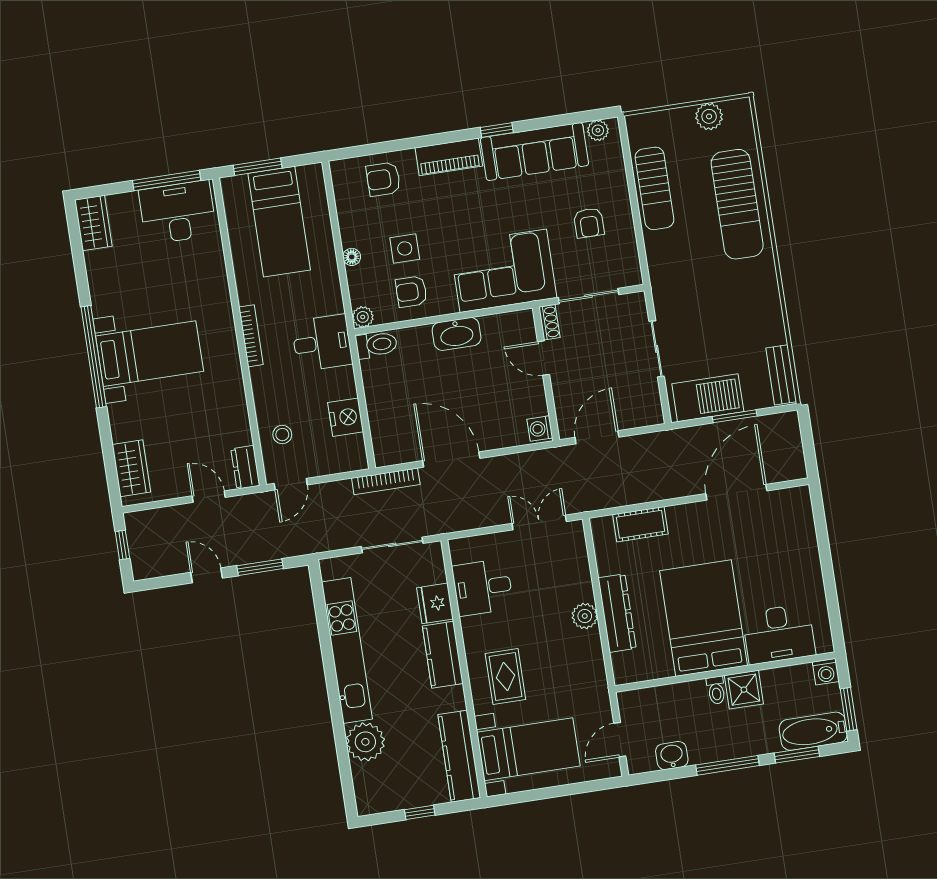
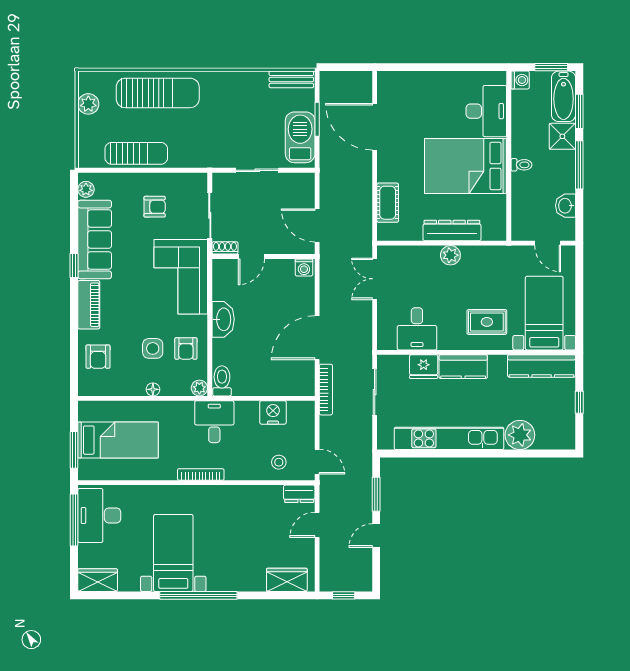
bed with nightstands: (150, 354) -> (173, 553), moved
shower: (744, 690) -> (562, 136), moved

